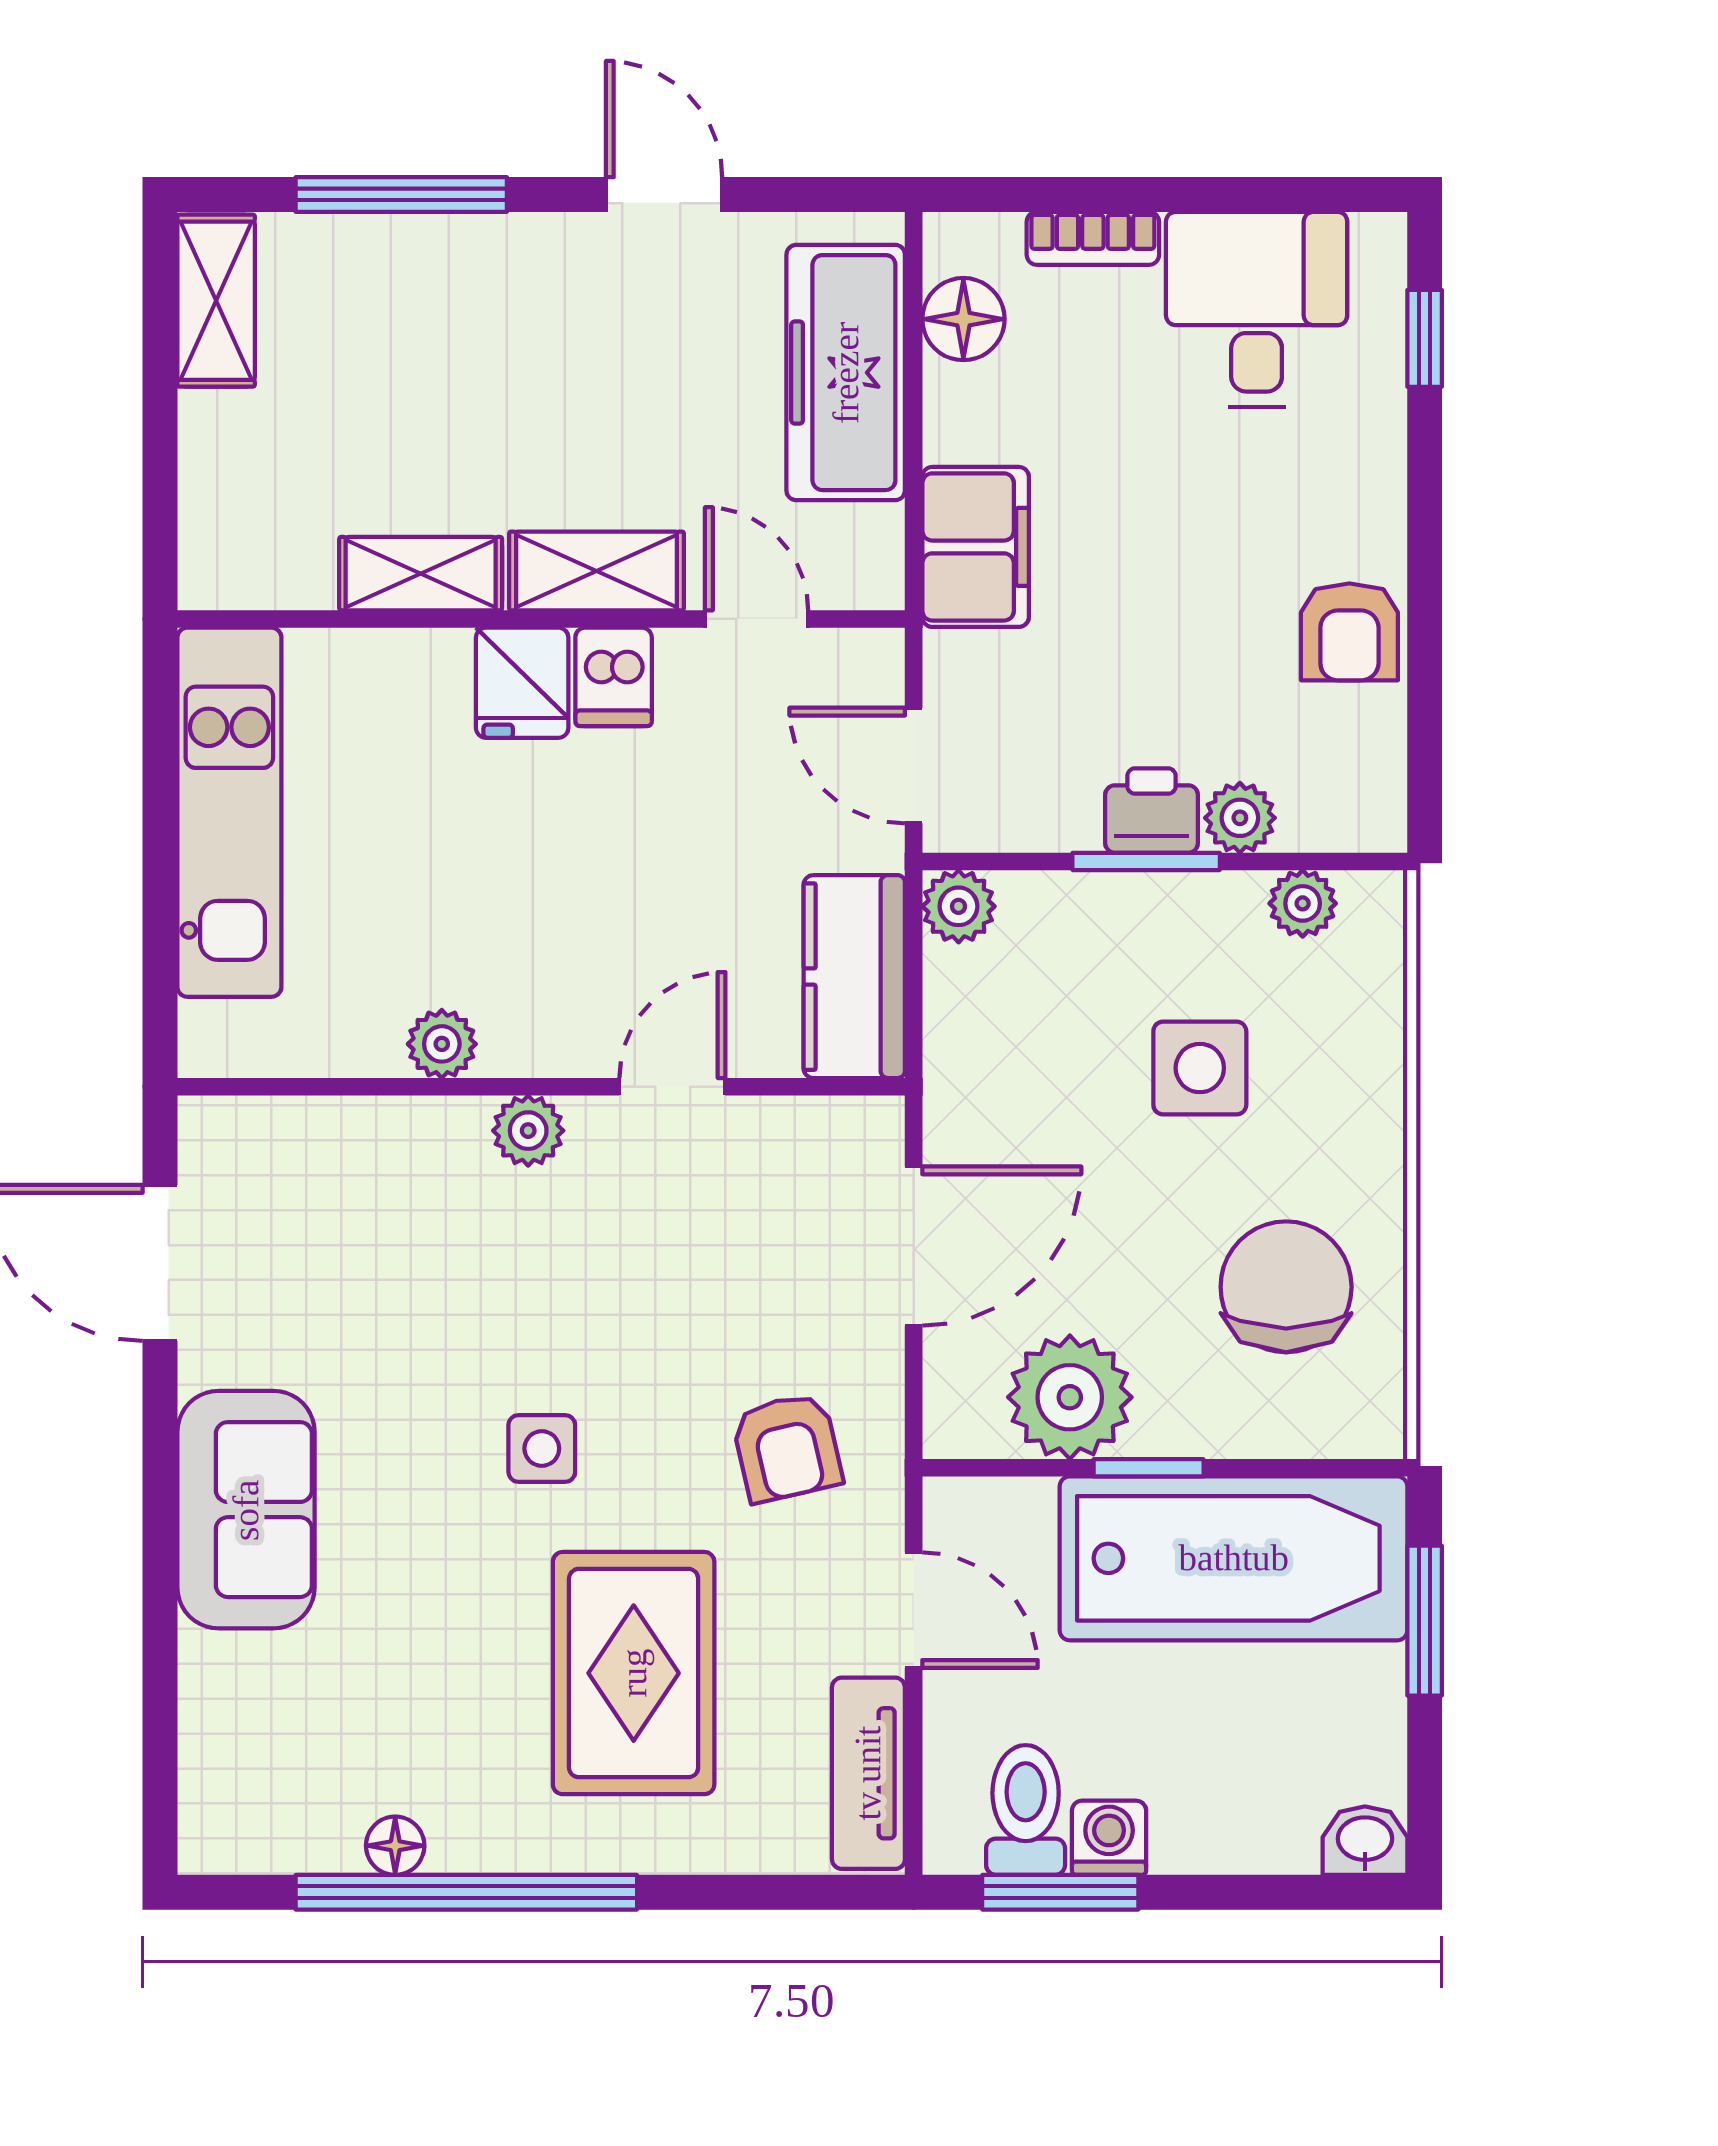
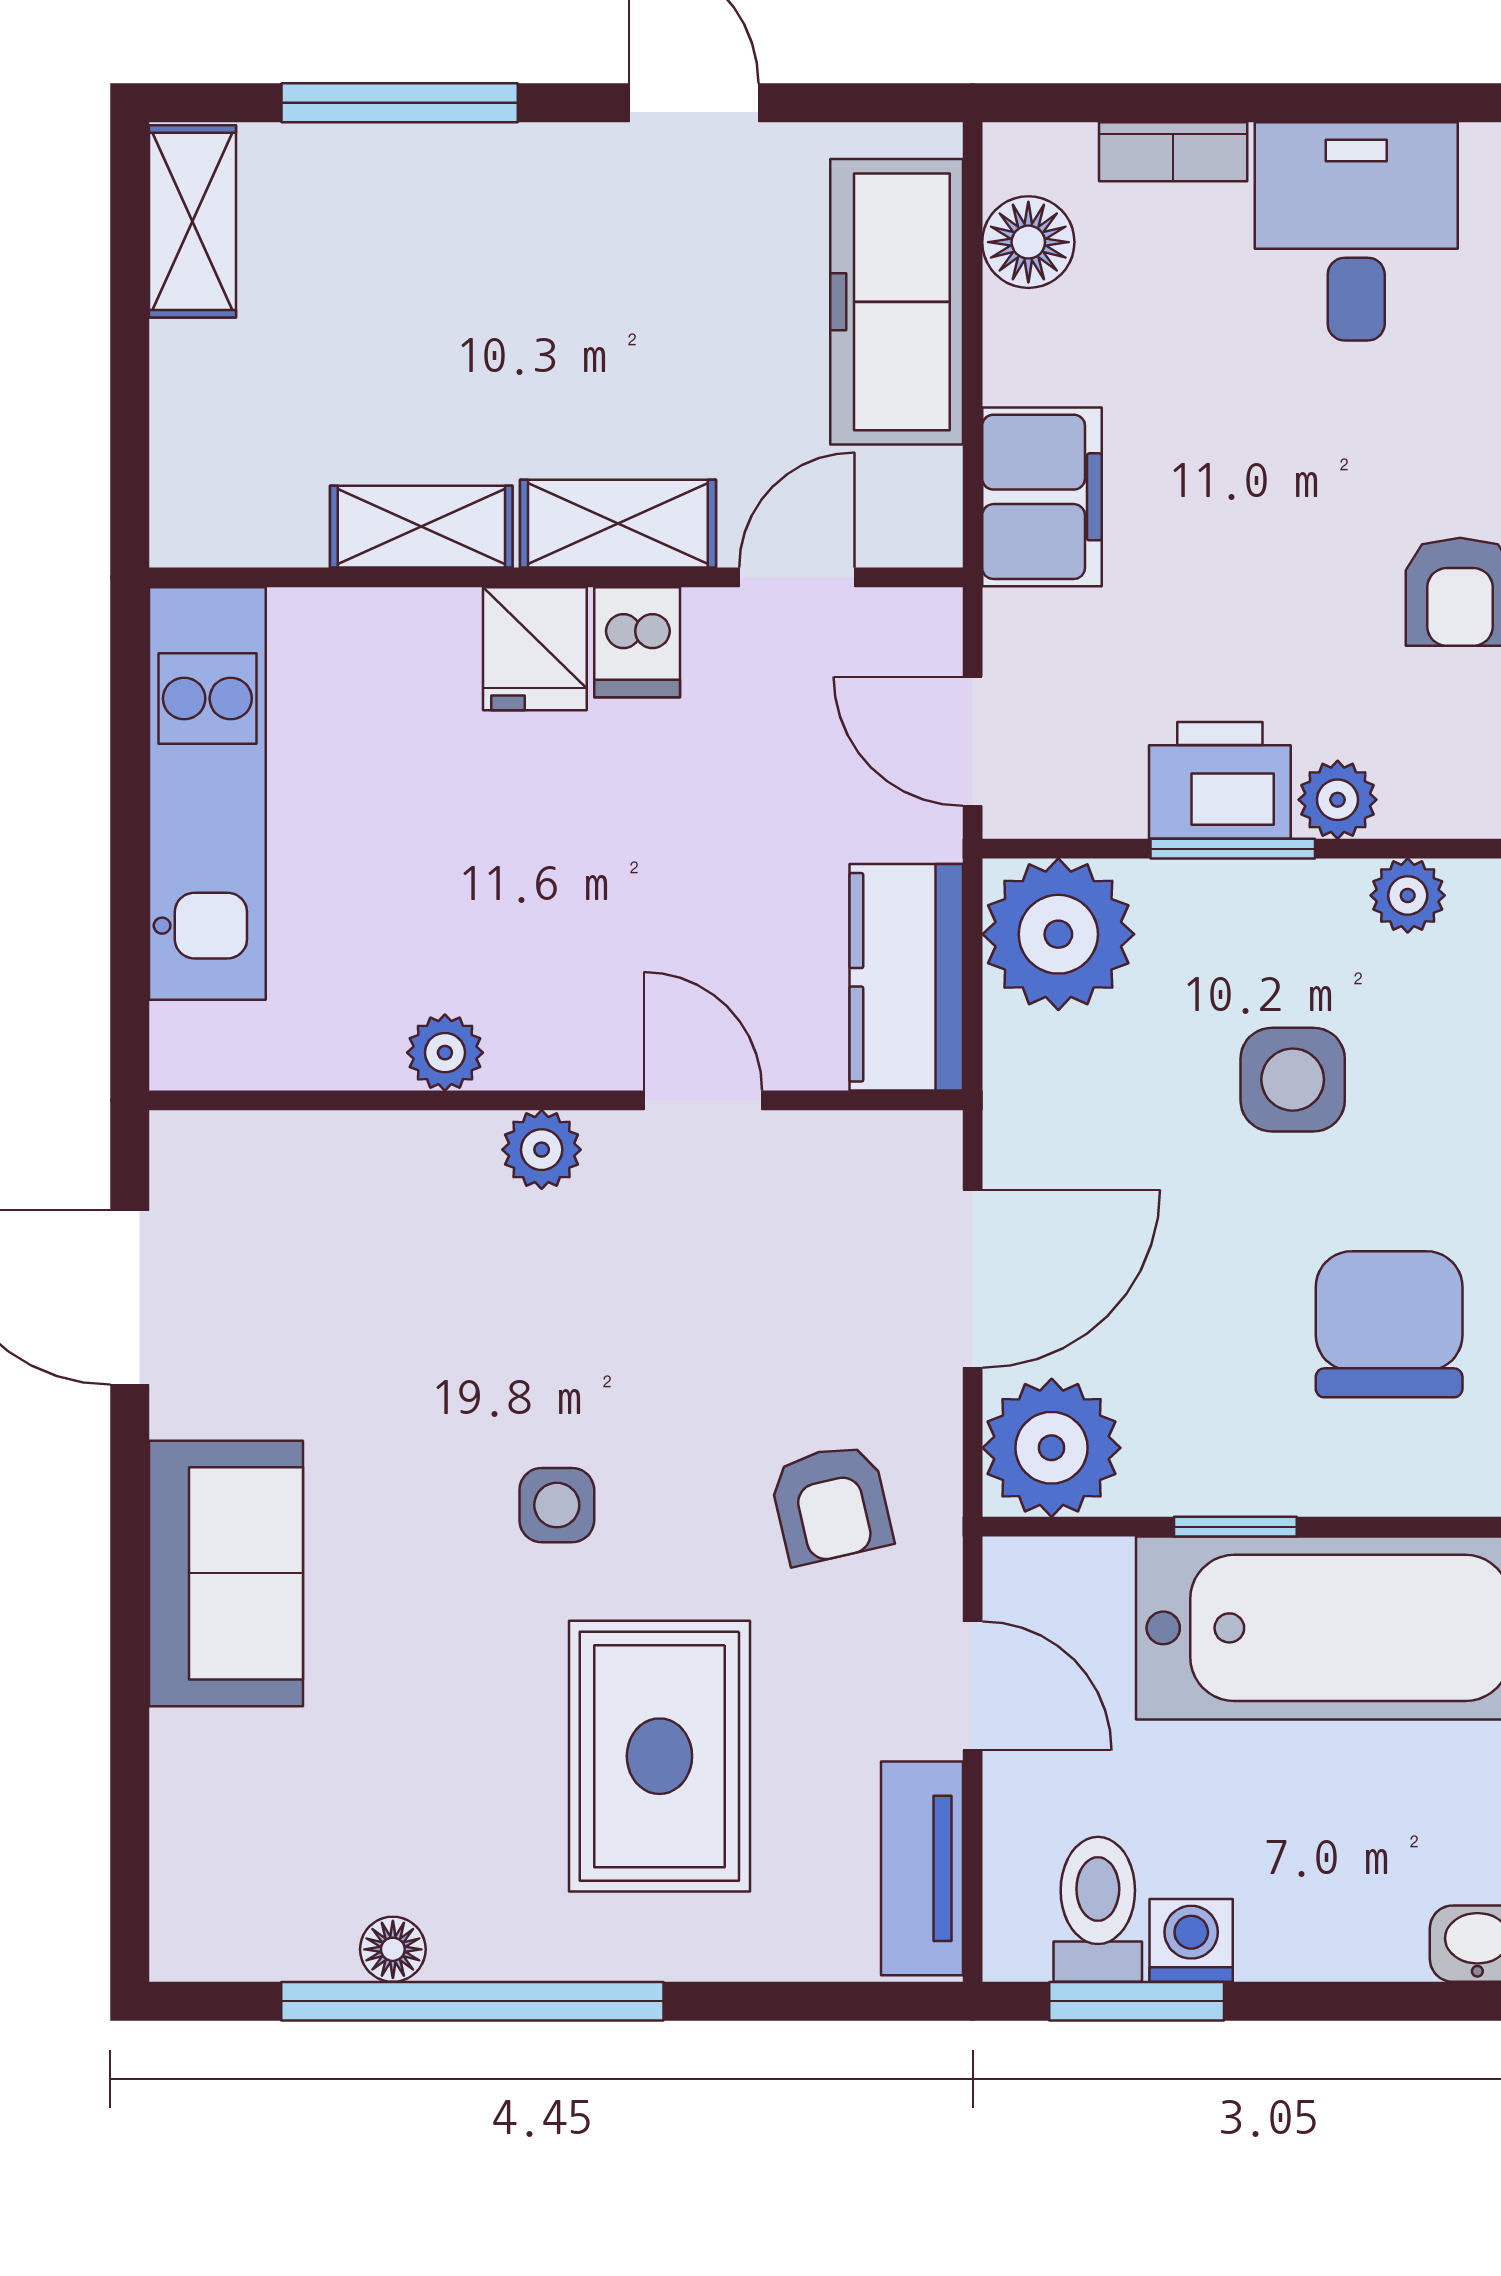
door: (757, 619) -> (797, 577), hinge flipped
printer: (1152, 811) -> (1220, 780), width x1.36, depth x1.24
plant: (959, 906) -> (1058, 934), width x1.88, depth x1.88
door: (672, 1087) -> (703, 1100), hinge flipped
plant: (1070, 1397) -> (1052, 1448), moved

